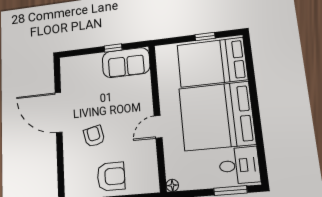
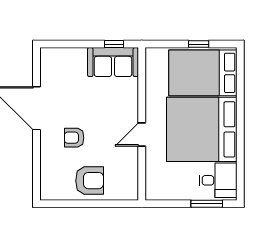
window: (113, 48) -> (114, 44), moved
armchair: (94, 136) -> (74, 138), turned -77
floor lamp: (172, 185) -> (151, 194), removed

